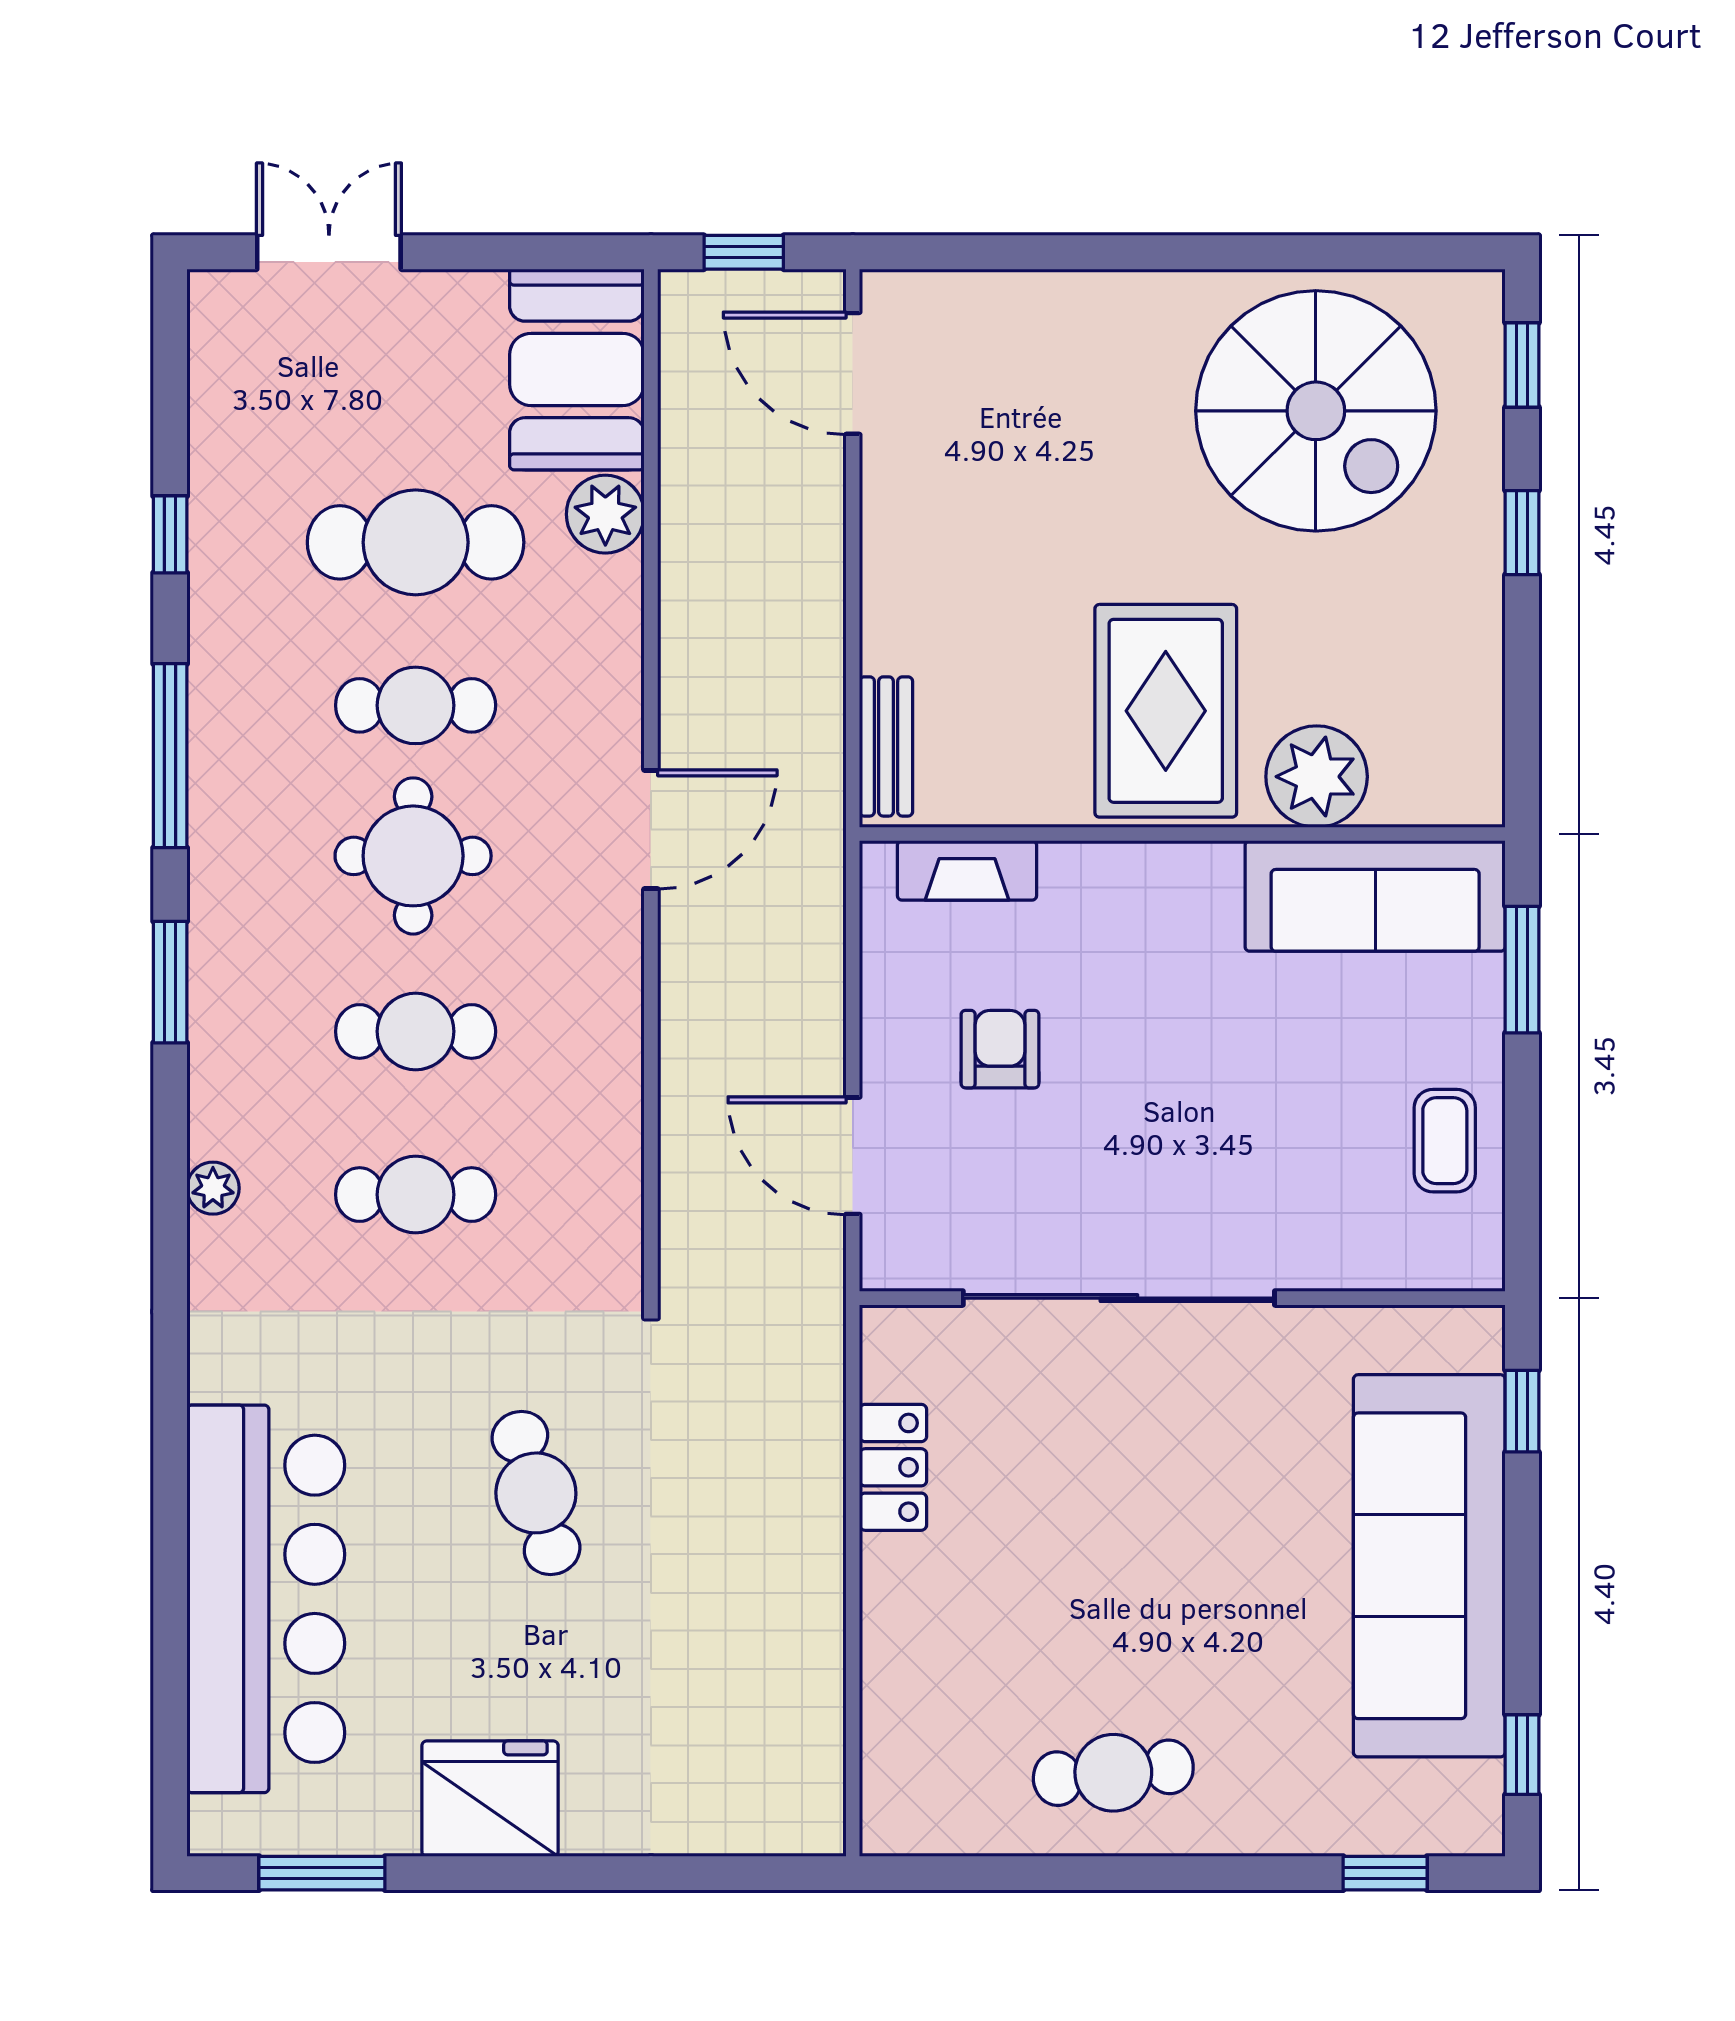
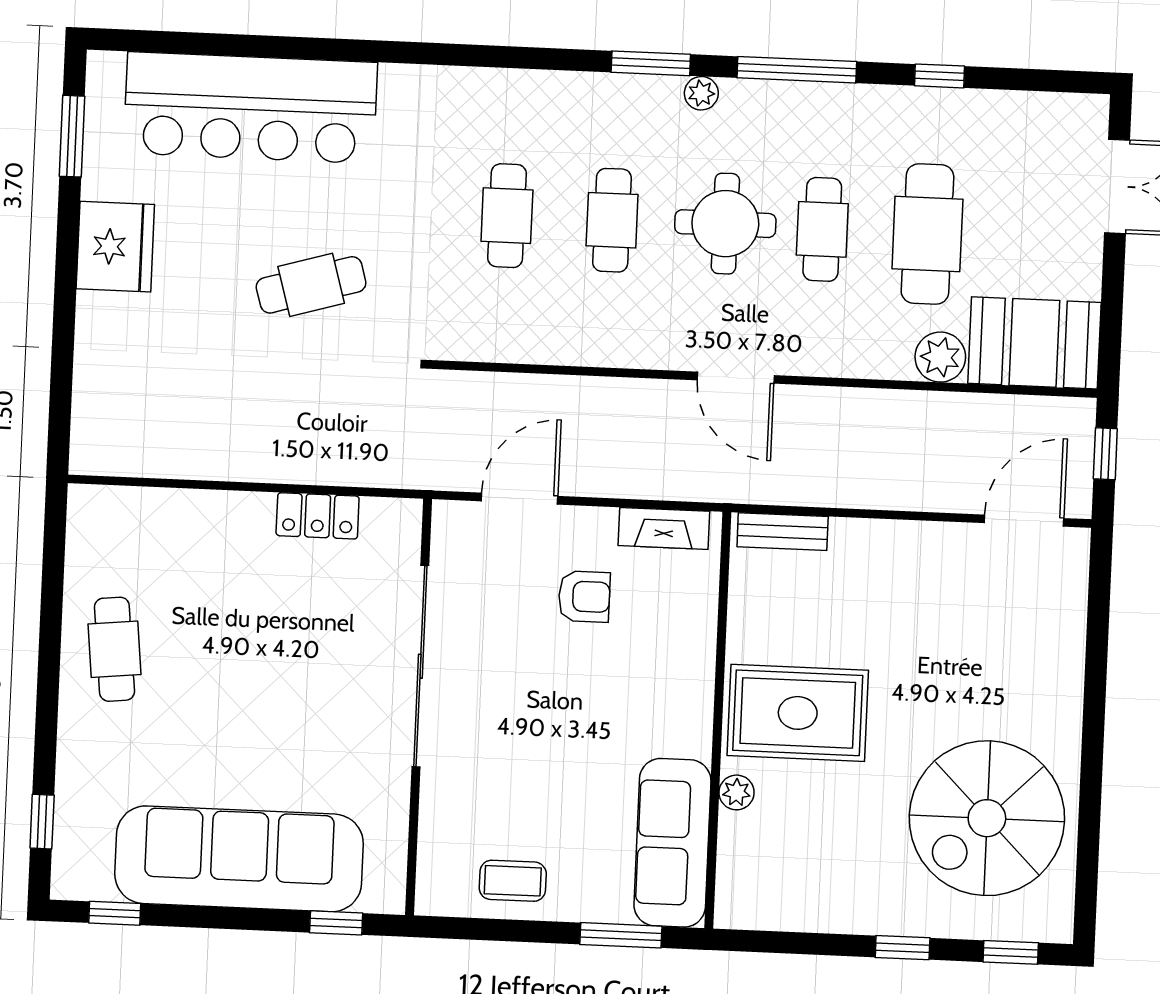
plant: (1317, 777) -> (736, 792), width x0.53, depth x0.53
fireplace: (967, 870) -> (664, 528), moved, turned -90
plant: (213, 1188) -> (701, 93), moved

